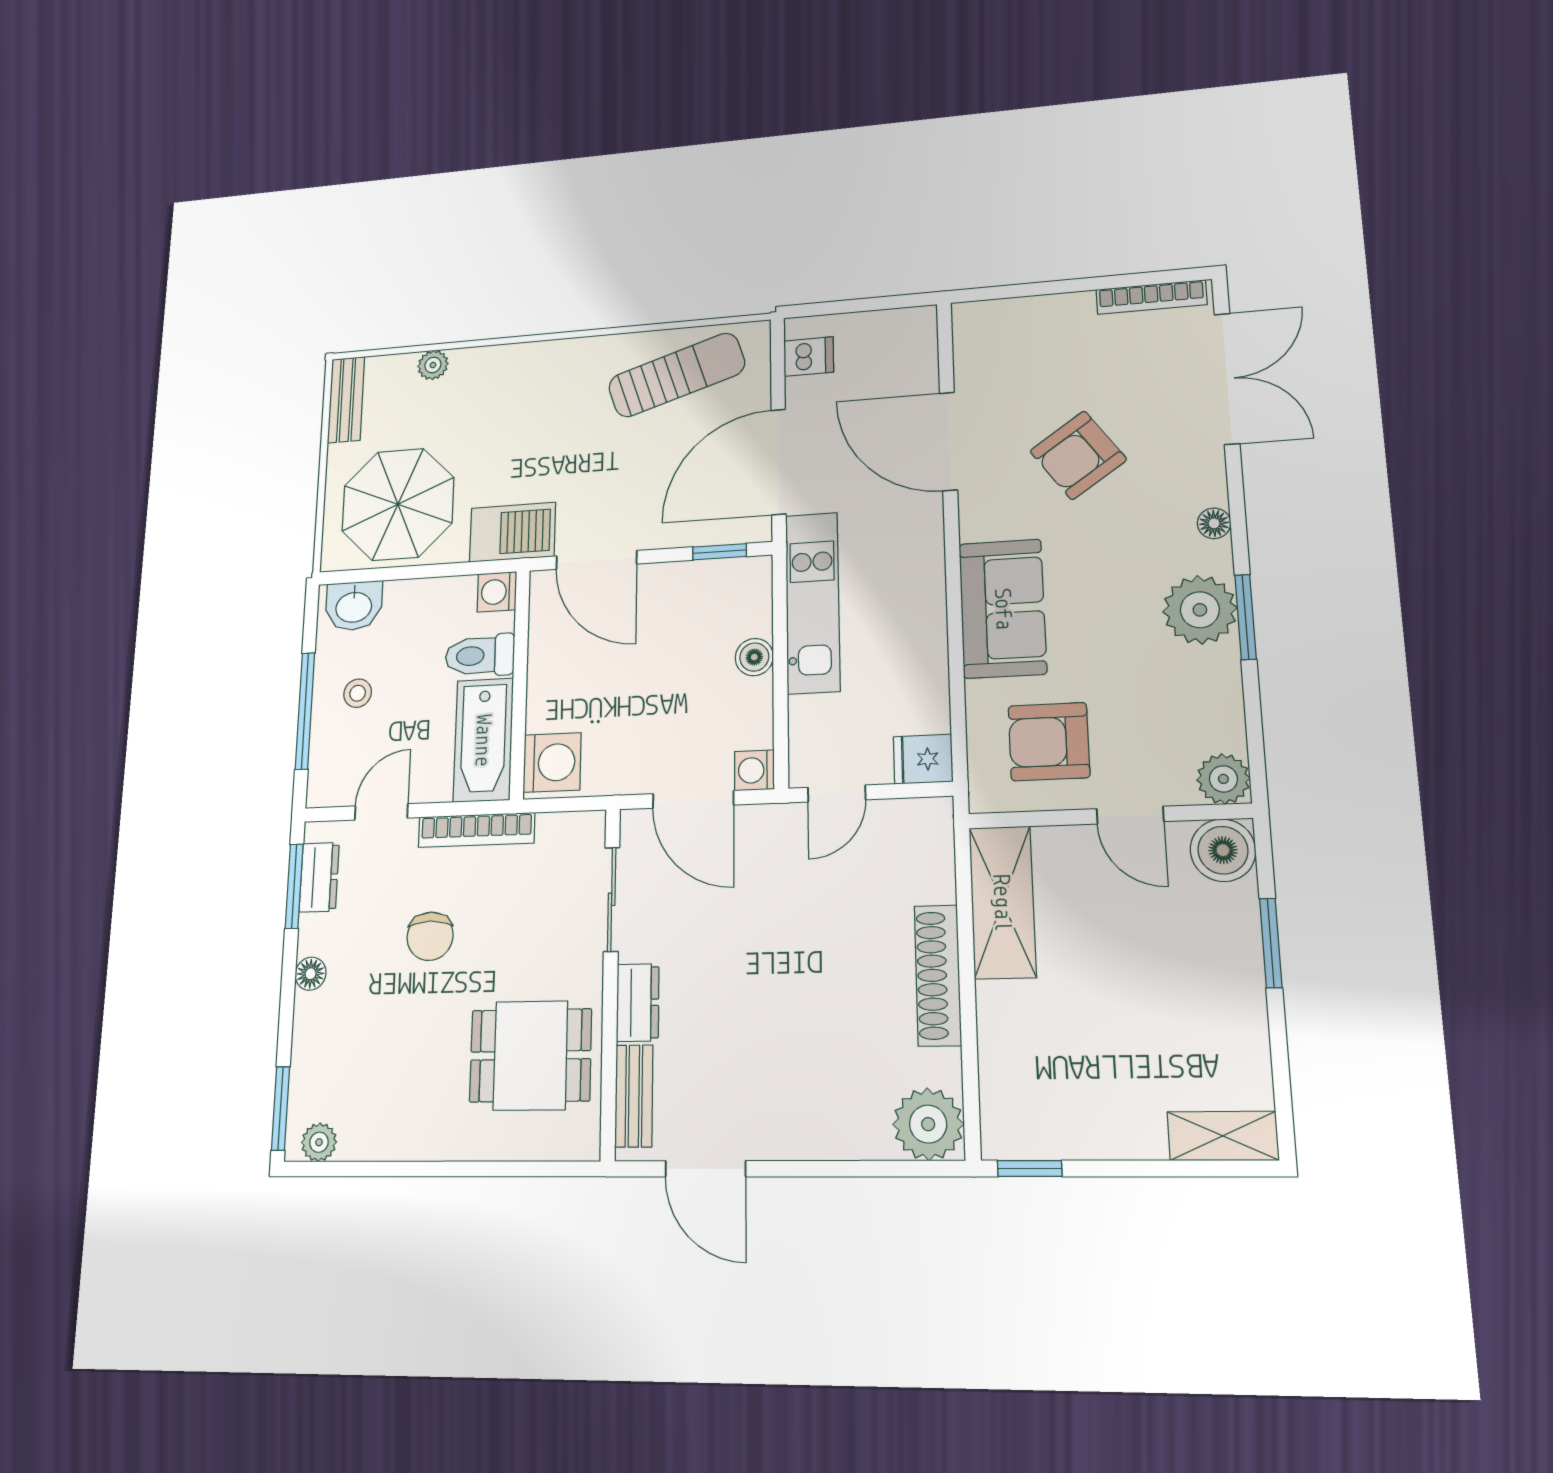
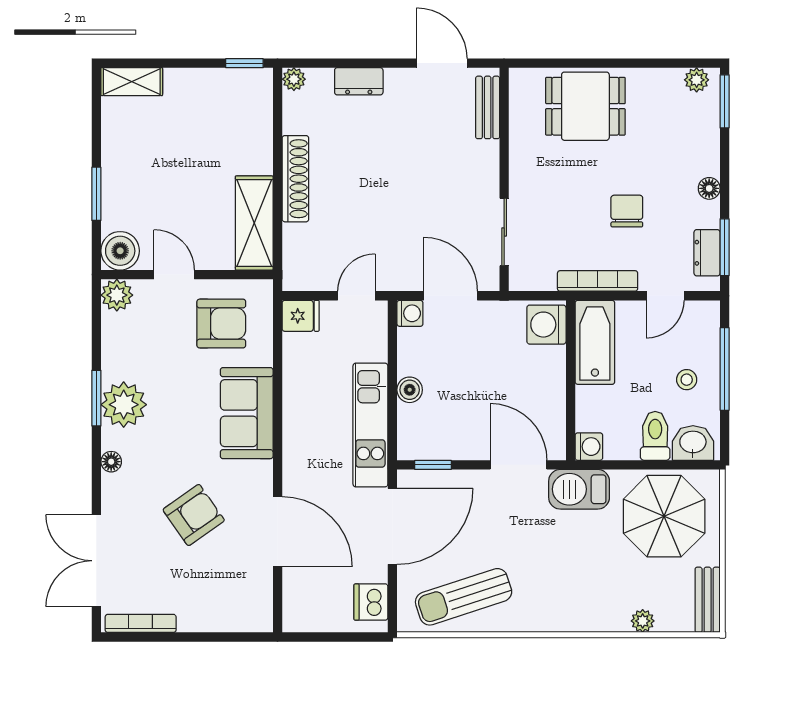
dishwasher: (809, 357) -> (371, 602), width x1.38
toilet: (480, 655) -> (655, 436), moved, turned -90
dresser: (638, 1003) -> (359, 81), moved, turned -90
dining table: (530, 1055) -> (585, 106), moved
plant: (928, 1124) -> (294, 79), width x0.53, depth x0.53

